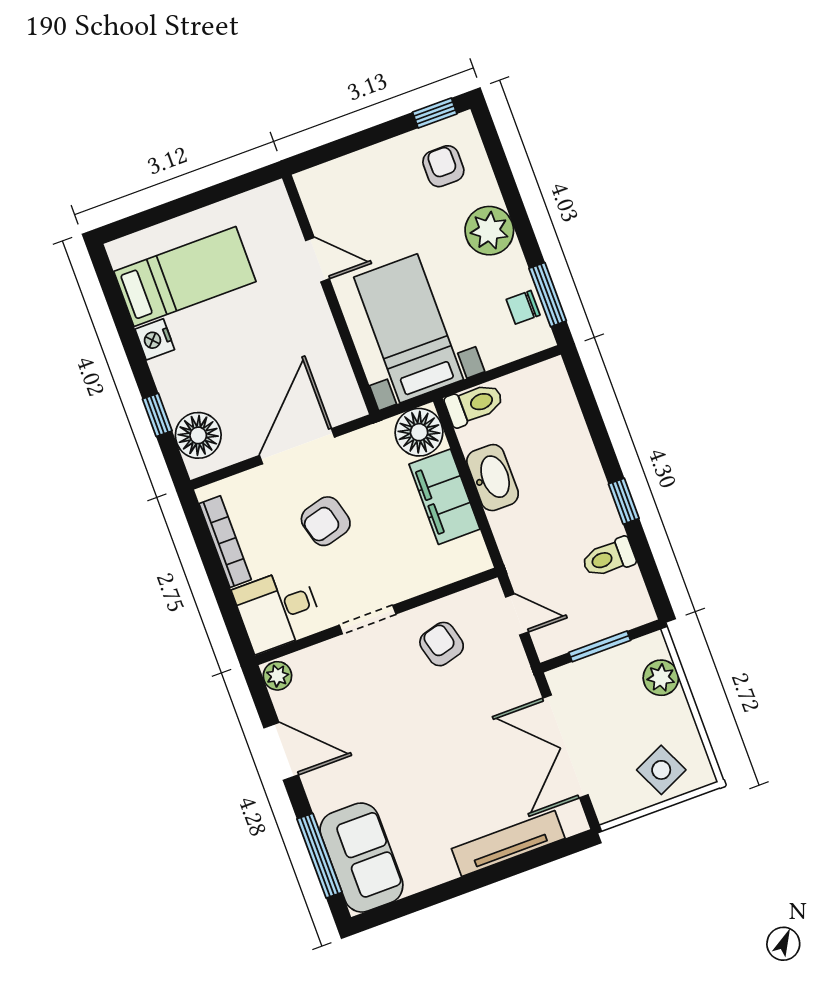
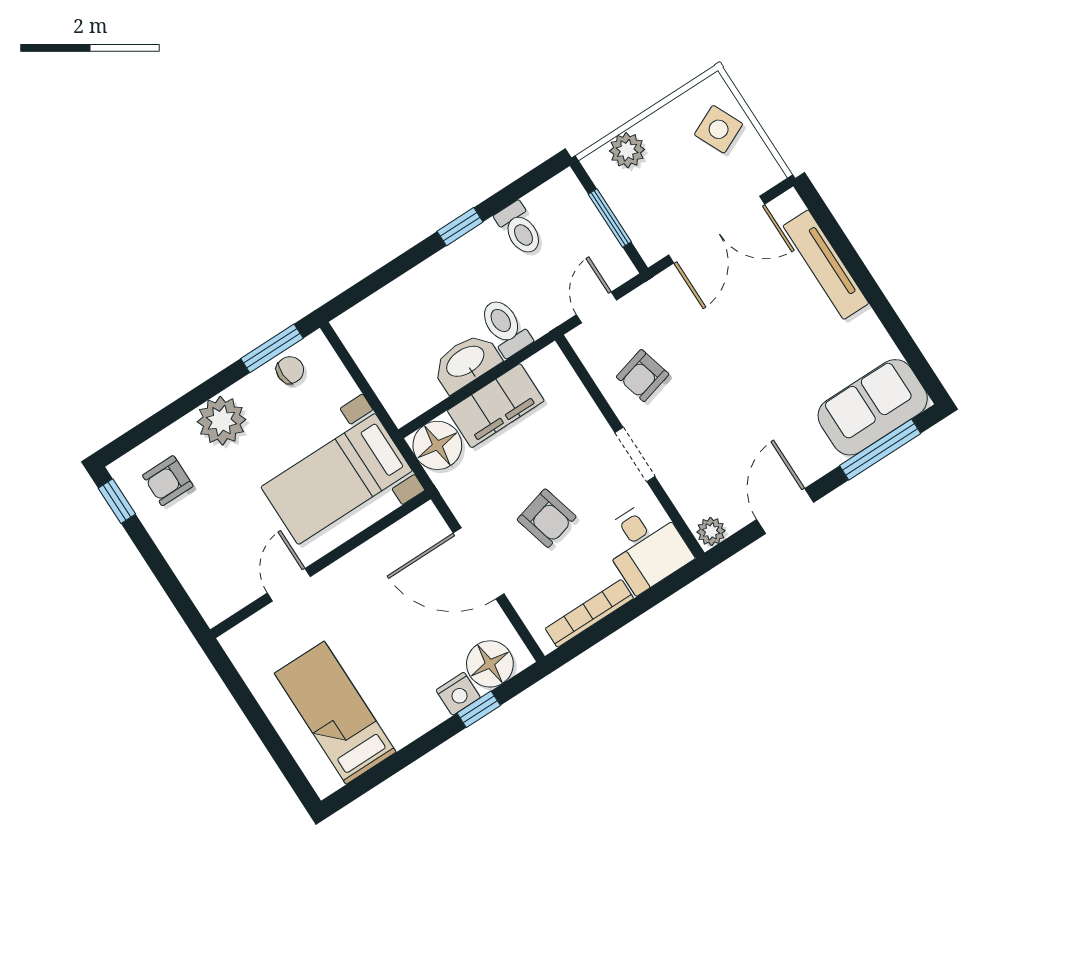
chair: (523, 307) -> (290, 370), turned -92
nightstand: (155, 339) -> (458, 694), moved
toilet: (474, 404) -> (505, 327), moved

